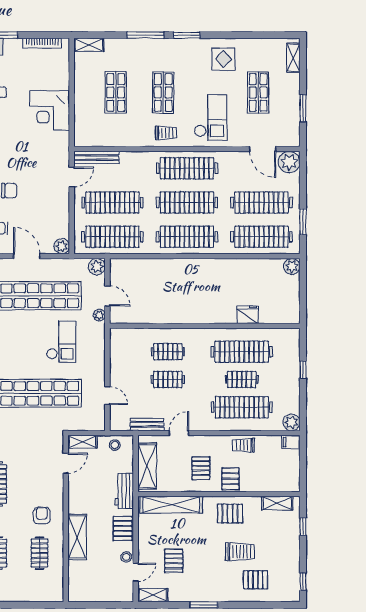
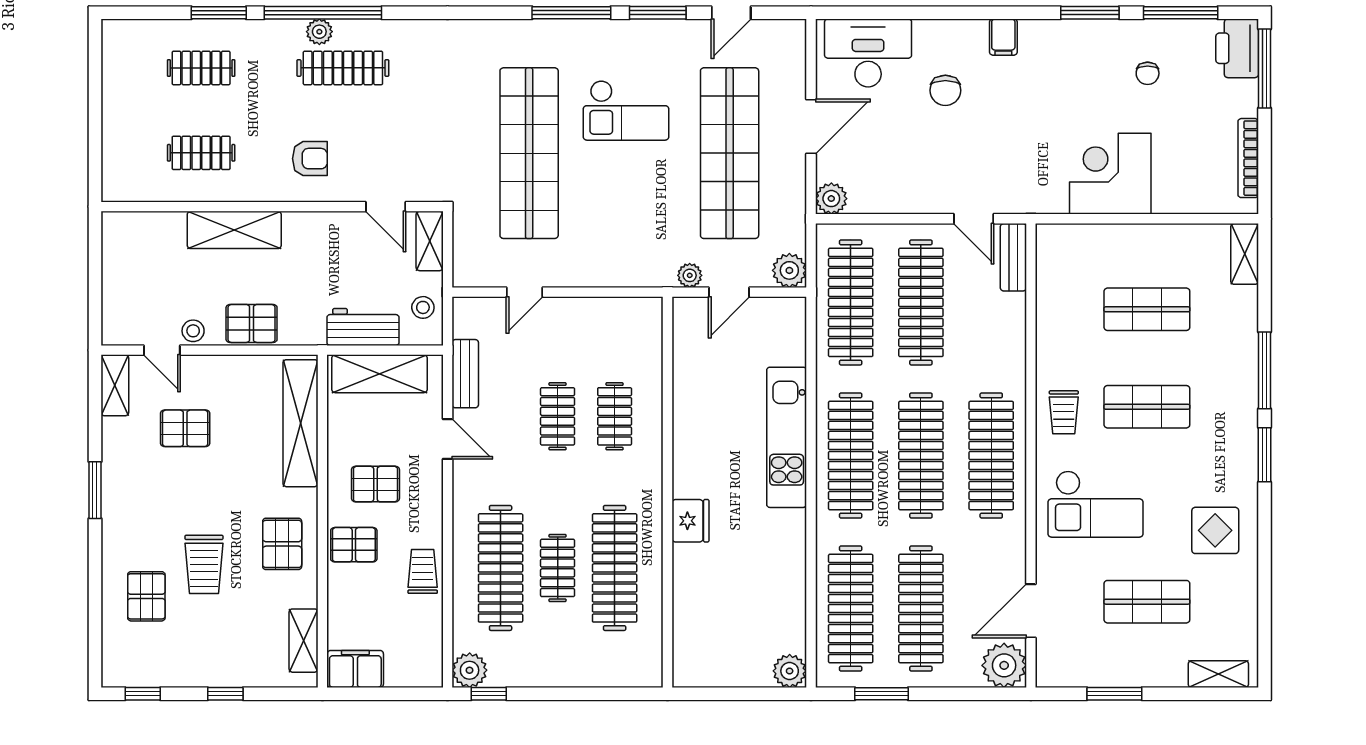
bench: (96, 157) -> (1013, 257), width x0.73
kitchen unit: (178, 268) -> (787, 437), added
fridge: (248, 315) -> (690, 521), moved
checkout: (61, 342) -> (626, 110), moved
window: (303, 370) -> (489, 694), moved
filing cabinet: (291, 442) -> (355, 669), moved, width x2.00
workbench: (124, 491) -> (363, 327), moved
armchair: (42, 515) -> (310, 159), moved
window: (303, 527) -> (225, 694), moved

